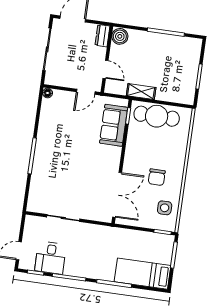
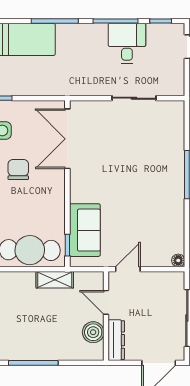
dresser: (102, 36) -> (116, 340), width x1.44
boiler: (120, 36) -> (93, 332), moved
desk: (50, 258) -> (127, 43), moved

